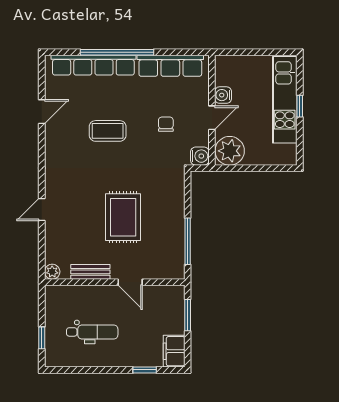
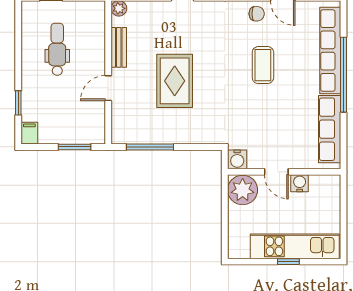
chair: (166, 124) -> (257, 14), moved
rug: (123, 217) -> (175, 81), turned 90
dental chair: (92, 332) -> (57, 49), turned 180
filing cabinet: (174, 351) -> (29, 133), width x0.50

